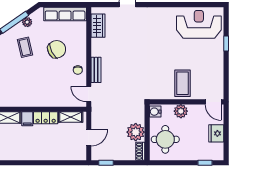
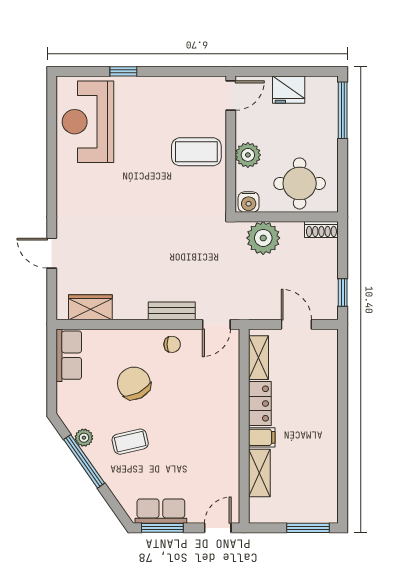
row of seats: (65, 14) -> (69, 355), width x0.68
plant: (136, 132) -> (263, 238), moved
window: (205, 163) -> (343, 110), width x2.17

